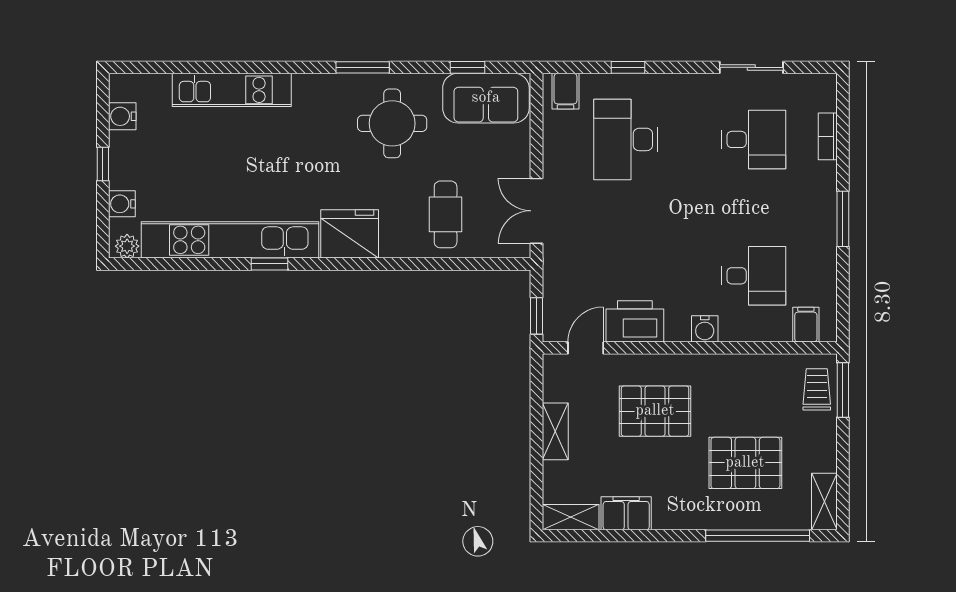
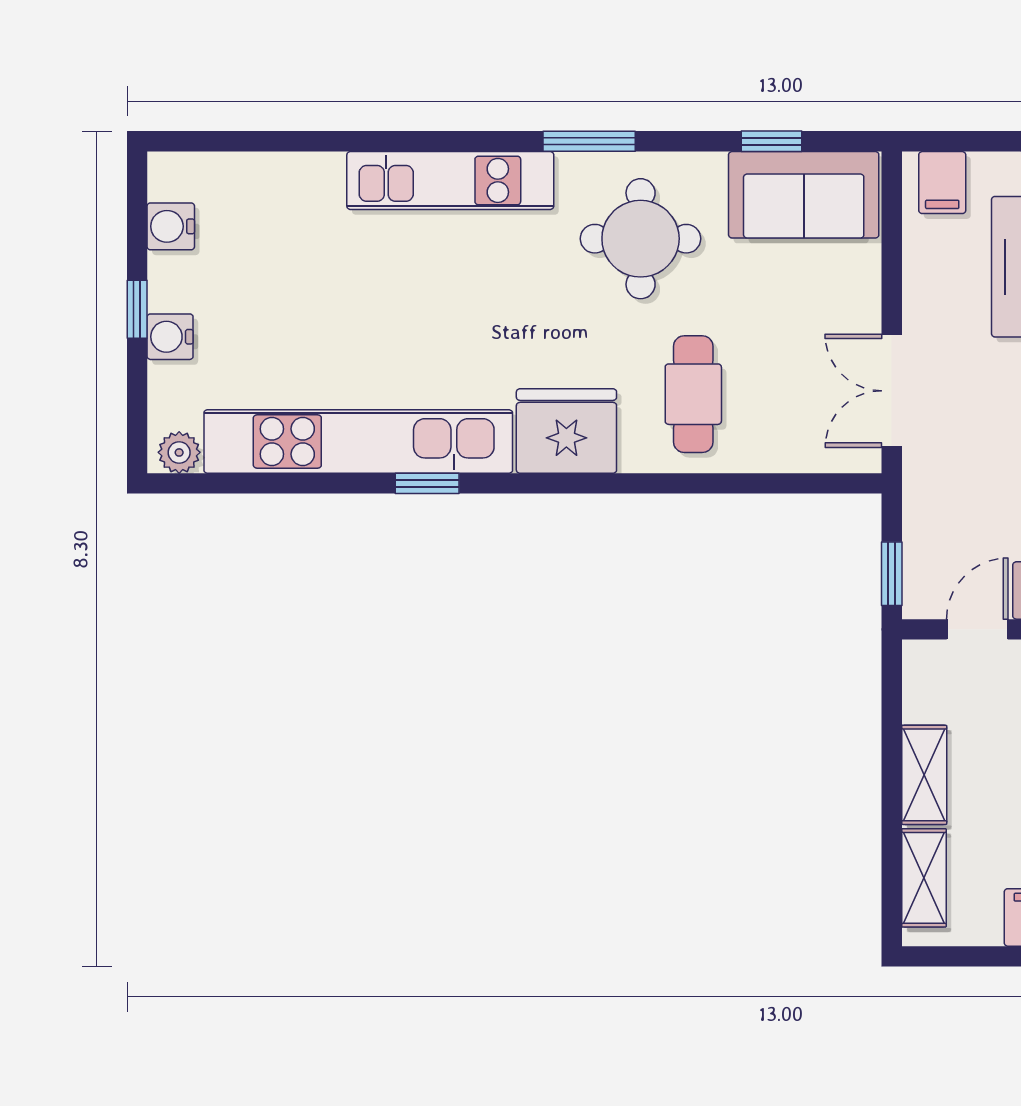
kitchen unit: (232, 90) -> (450, 180), moved
water cooler: (122, 204) -> (170, 337), moved
cafe table: (446, 214) -> (693, 394), moved
shelving: (571, 517) -> (924, 878), moved, turned 90

